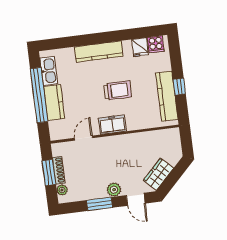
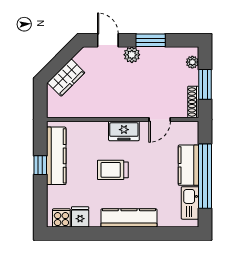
shoe rack: (59, 170) -> (193, 102), moved
wardrobe: (159, 174) -> (66, 78), moved

